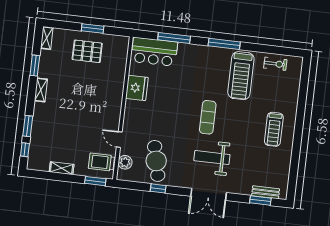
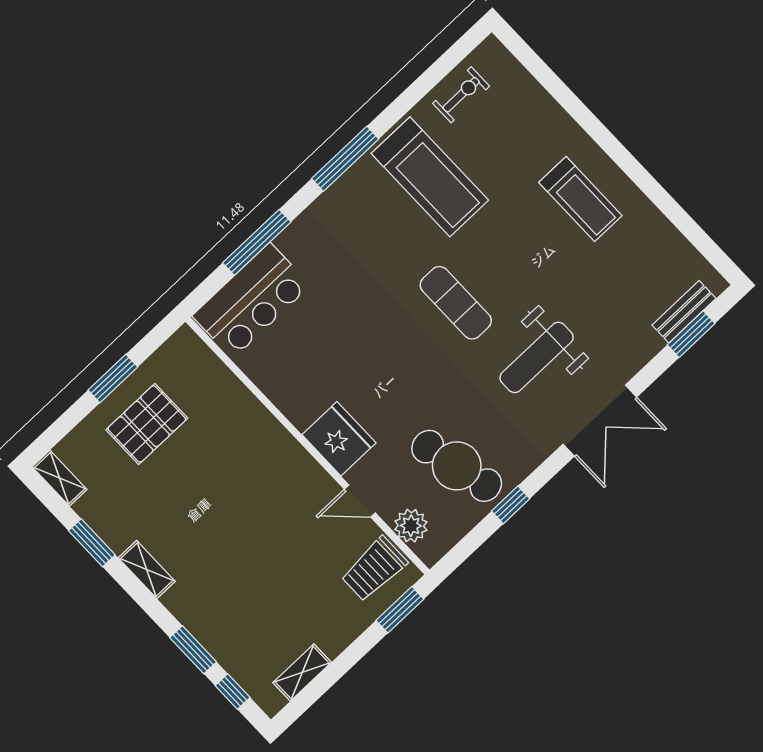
fridge: (137, 88) -> (339, 439), moved
shelving: (62, 168) -> (302, 673), moved

